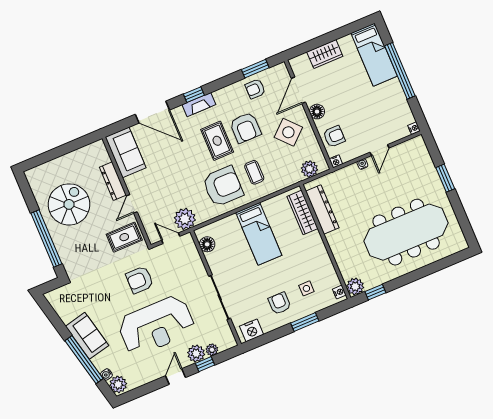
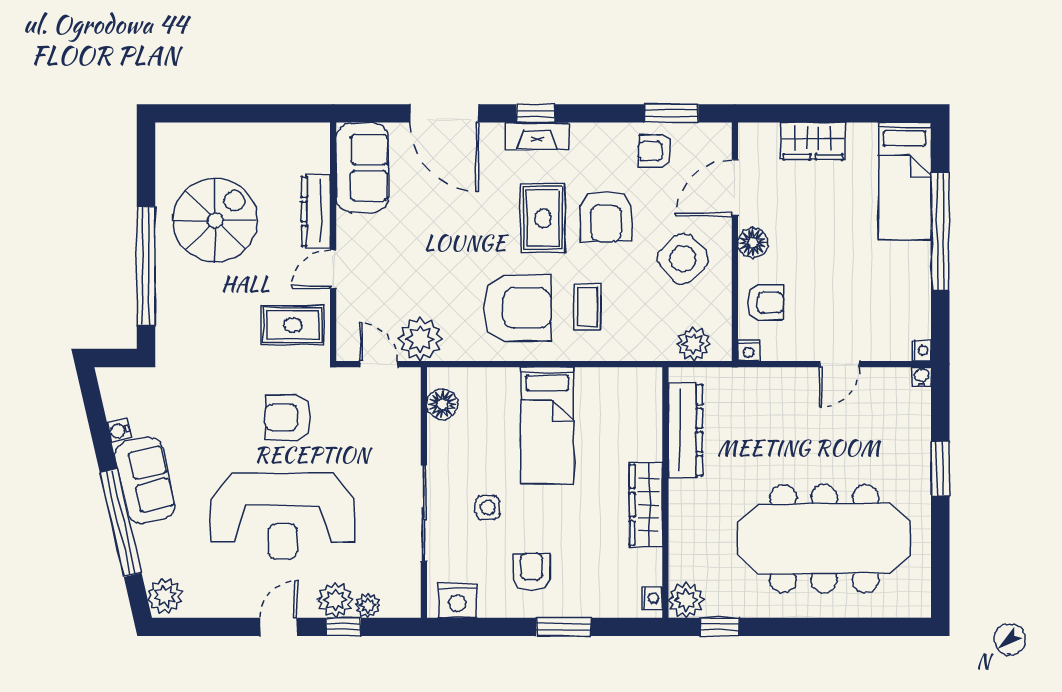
water cooler: (362, 164) -> (922, 377), moved
wardrobe: (302, 212) -> (646, 505), moved
side table: (306, 288) -> (488, 508), moved
water cooler: (106, 374) -> (119, 430), moved

